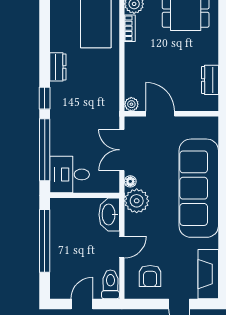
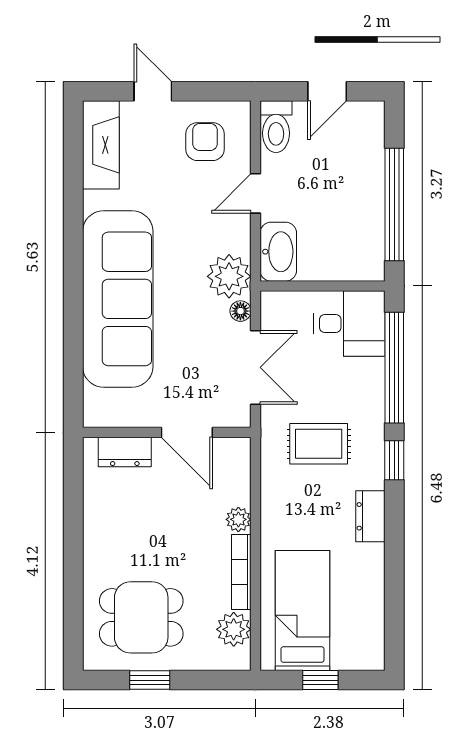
bookcase: (130, 28) -> (241, 572), width x1.56
dresser: (210, 80) -> (125, 452), moved, turned 90
plant: (131, 104) -> (238, 519), moved
rug: (87, 107) -> (319, 444), added

